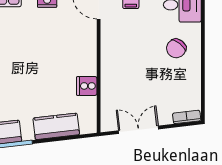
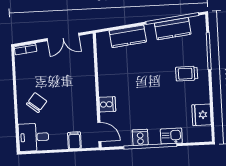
cooker: (87, 86) -> (107, 104), moved

